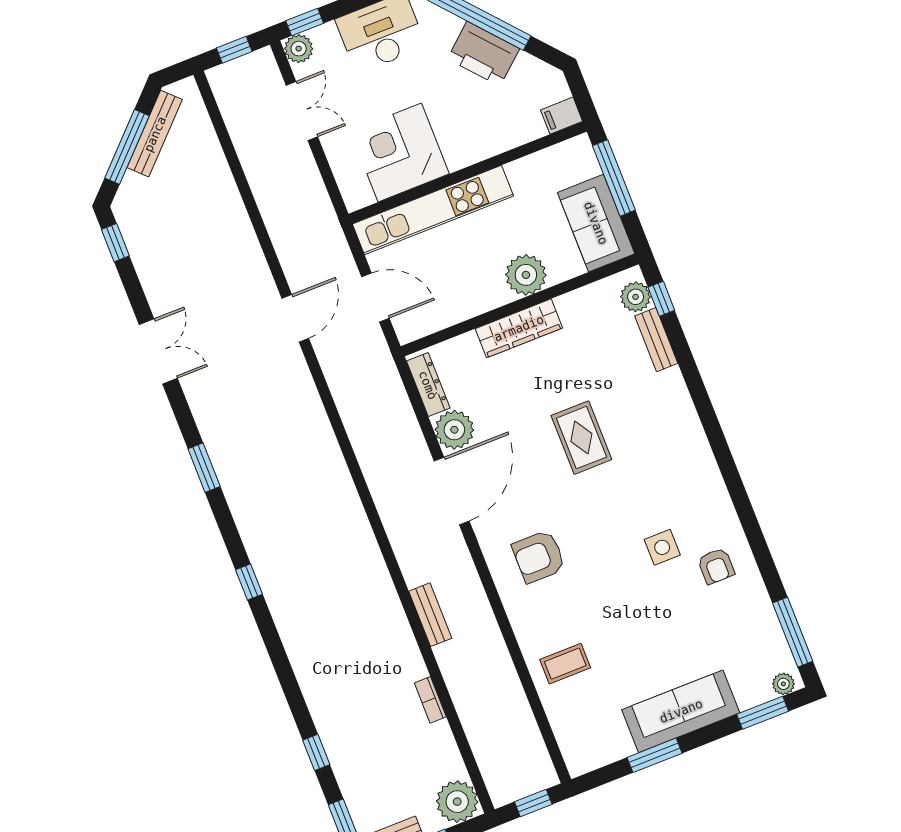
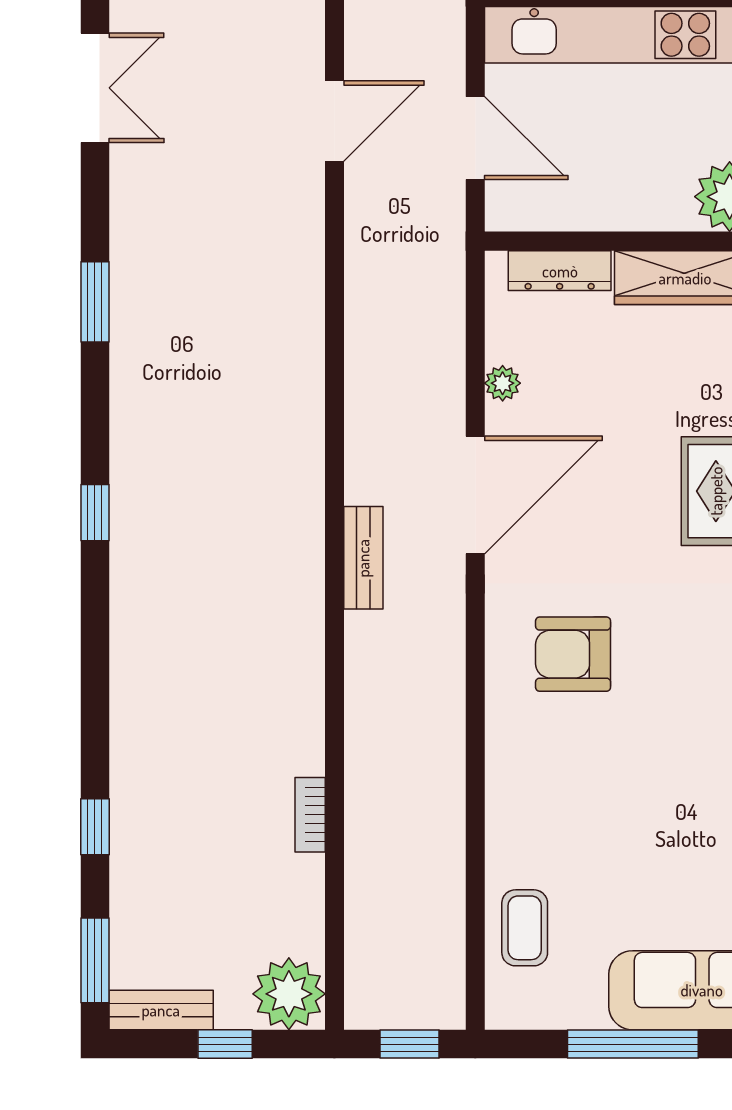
dresser: (428, 385) -> (560, 271), moved, turned 90
plant: (454, 430) -> (503, 383), width x0.53, depth x0.53
bench: (430, 615) -> (363, 558), moved
coffee table: (565, 664) -> (525, 928), moved, turned 90
window: (655, 755) -> (633, 1044), width x1.44

